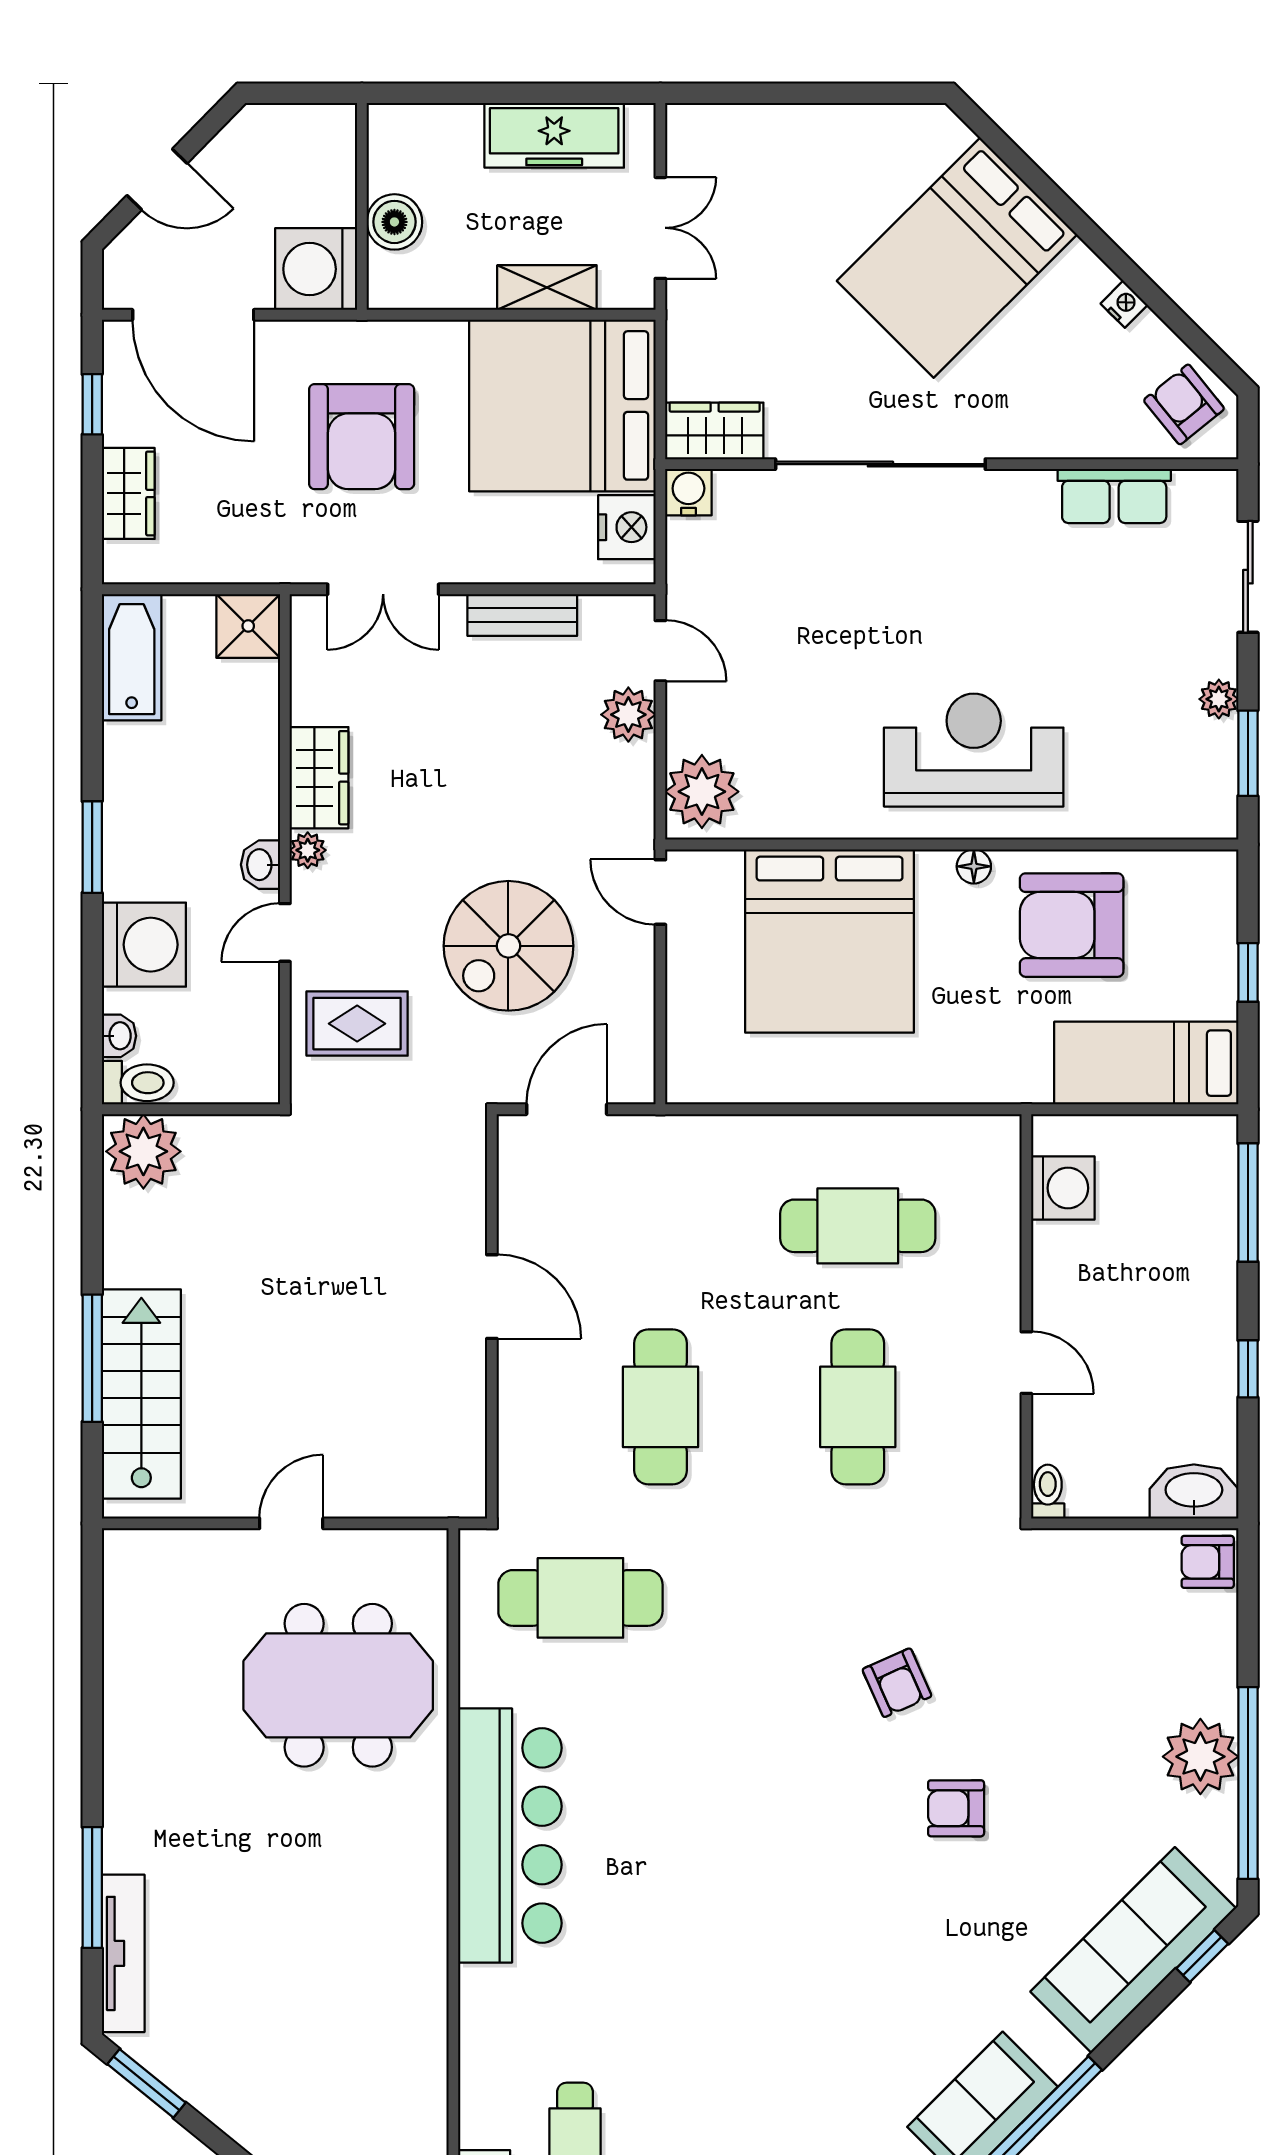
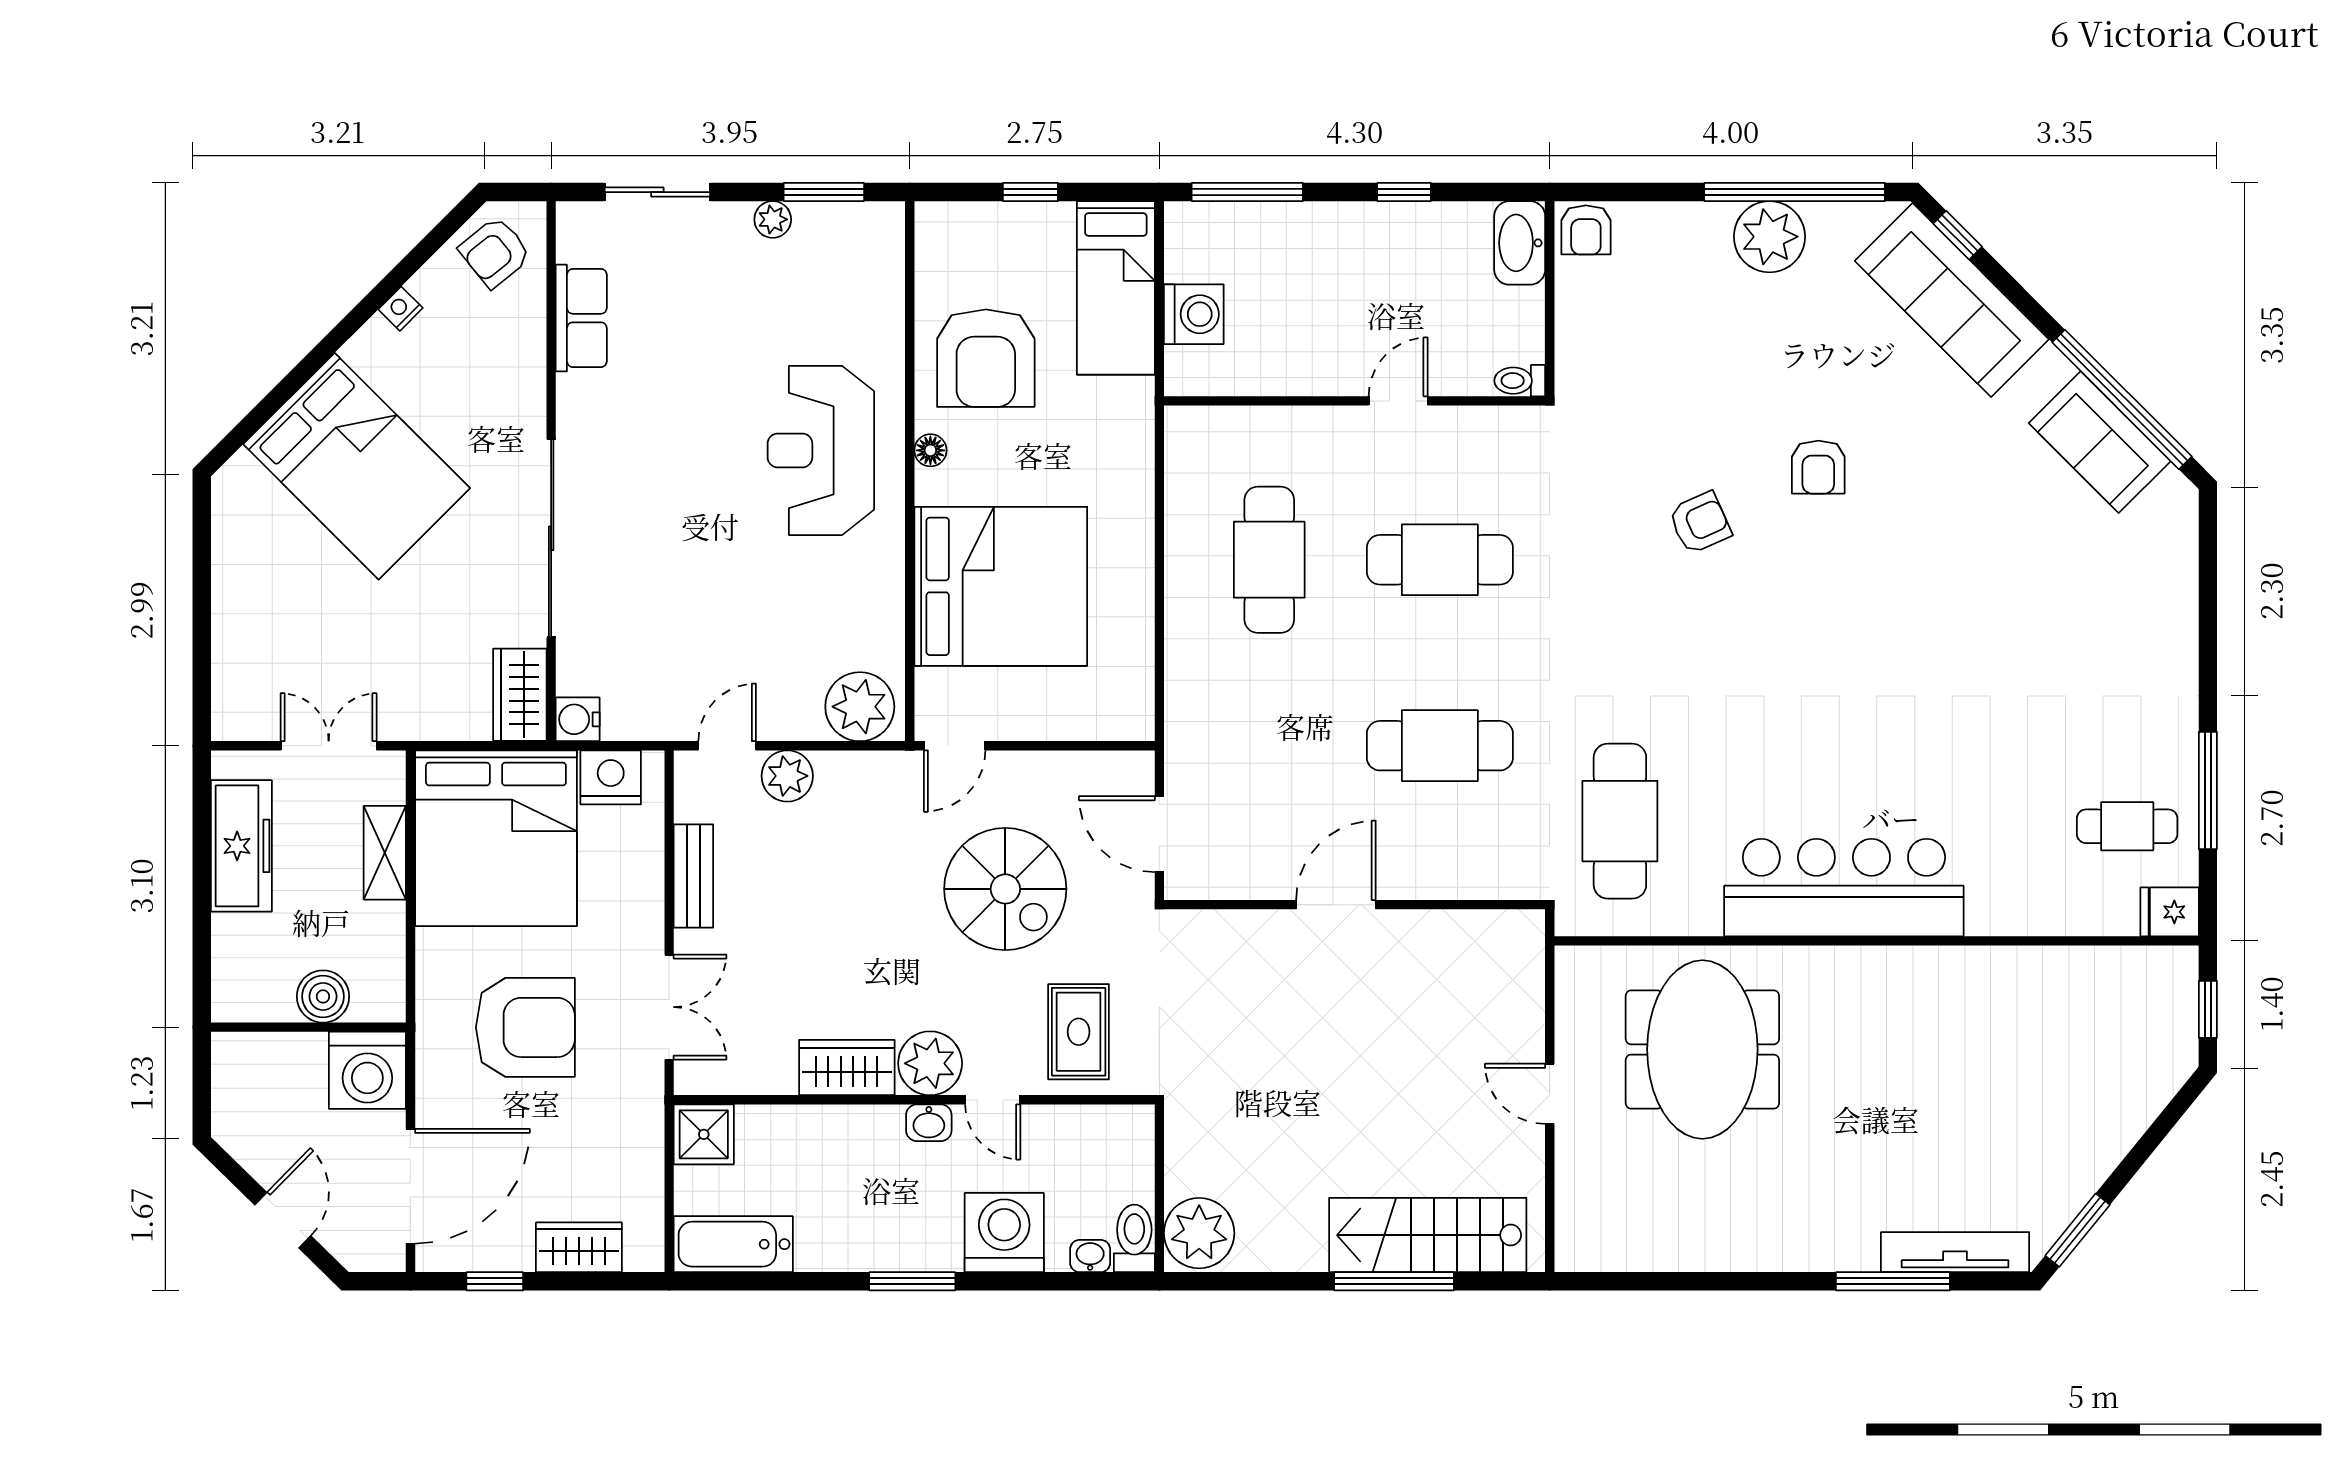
plant: (308, 850) -> (930, 1063), width x1.88, depth x1.88
washing machine: (1063, 1188) -> (1194, 314), moved, turned 90

